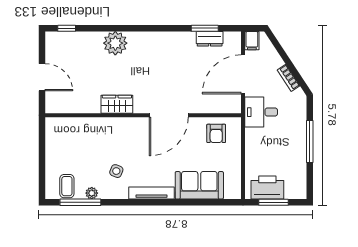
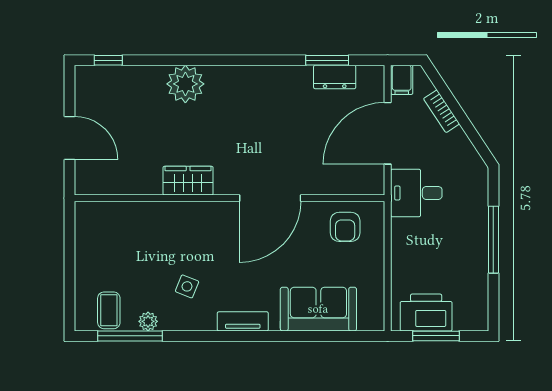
bookcase: (289, 78) -> (442, 111), moved
tv unit: (152, 193) -> (243, 321), width x0.71

